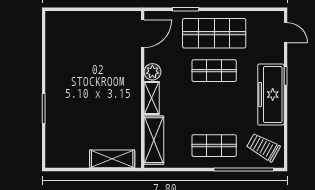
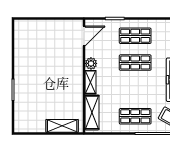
shop shelf: (214, 33) -> (135, 36), width x0.70, depth x0.74

